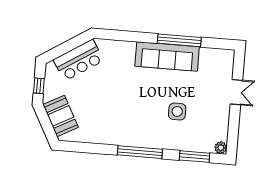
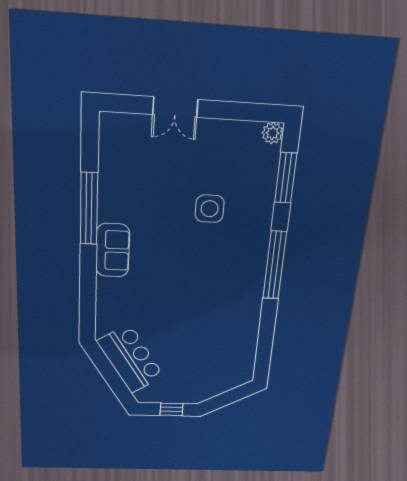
sofa: (167, 56) -> (113, 250), width x0.54, depth x0.79
double door: (236, 92) -> (175, 107), swing flipped
booth: (61, 116) -> (216, 379), removed

